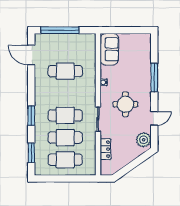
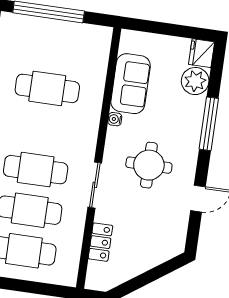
fridge: (145, 40) -> (202, 53), added
sofa: (109, 49) -> (131, 84), moved
plant: (144, 140) -> (195, 81), moved

